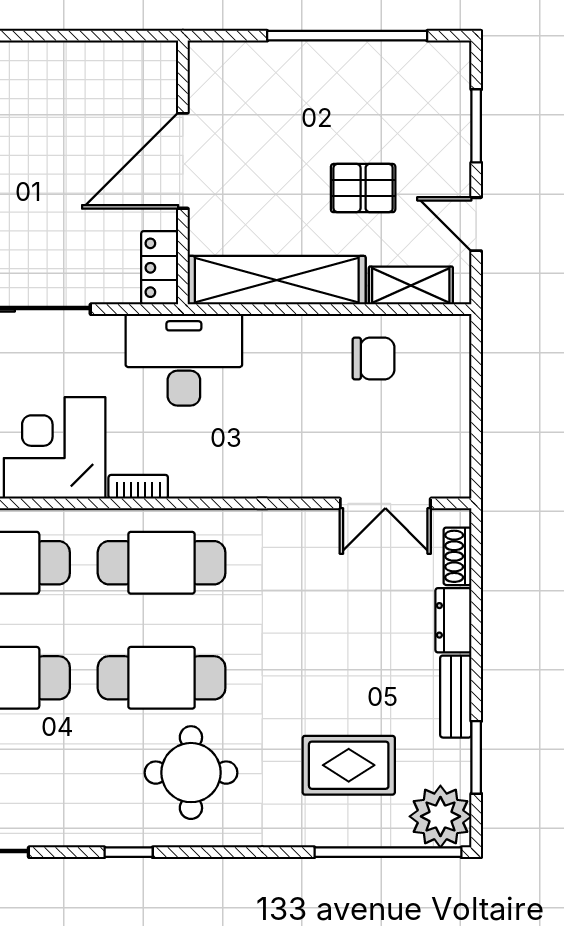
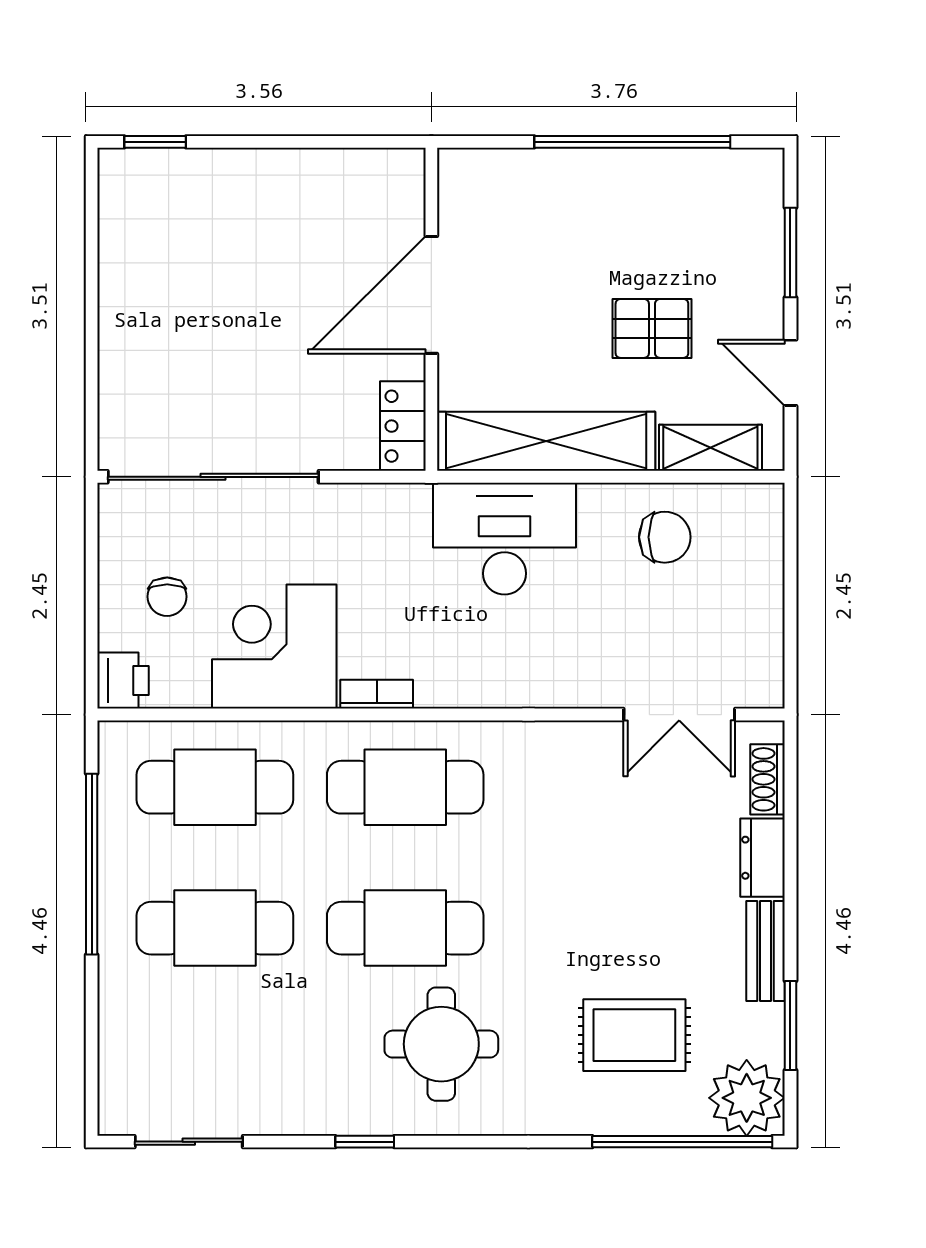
desk: (184, 360) -> (505, 539), moved

